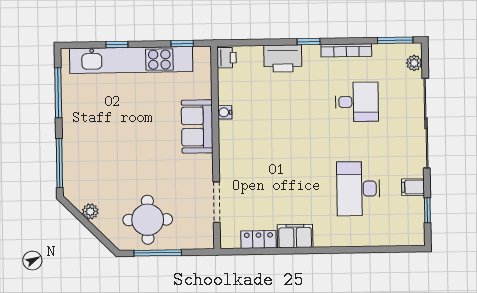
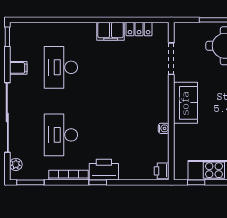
printer: (283, 58) -> (104, 170), moved
desk: (357, 102) -> (61, 135), width x1.37
sofa: (197, 126) -> (185, 103), moved
desk: (358, 189) -> (61, 67), turned 180
window: (427, 210) -> (7, 37), moved

